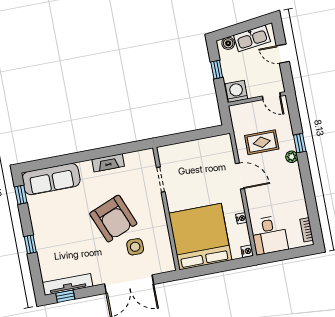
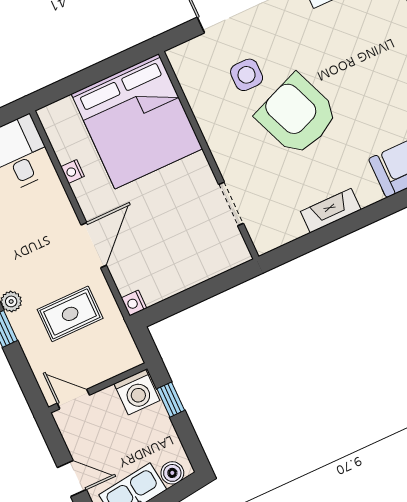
window: (217, 70) -> (171, 400), moved
door: (240, 176) -> (94, 245), swing flipped
nightstand: (247, 251) -> (134, 303), moved

